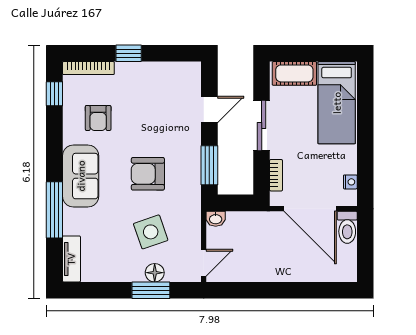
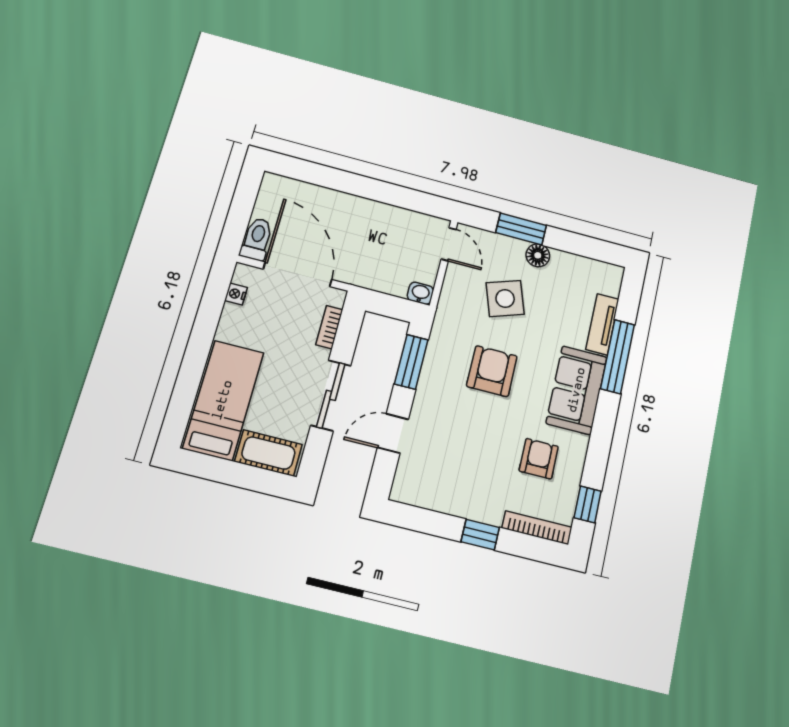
armchair: (148, 174) -> (492, 371), turned -90
tv unit: (71, 259) -> (602, 324), moved
door: (204, 263) -> (449, 244), swing flipped
floor lamp: (155, 273) -> (538, 255), moved

